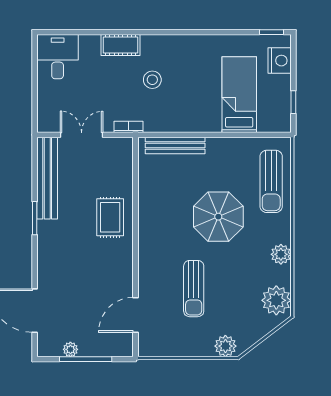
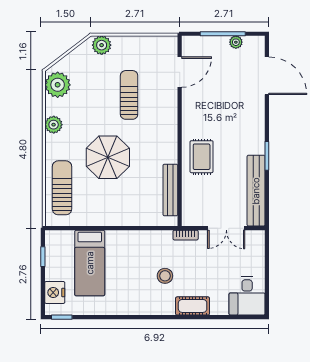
bench: (175, 145) -> (170, 190), moved, turned 90

